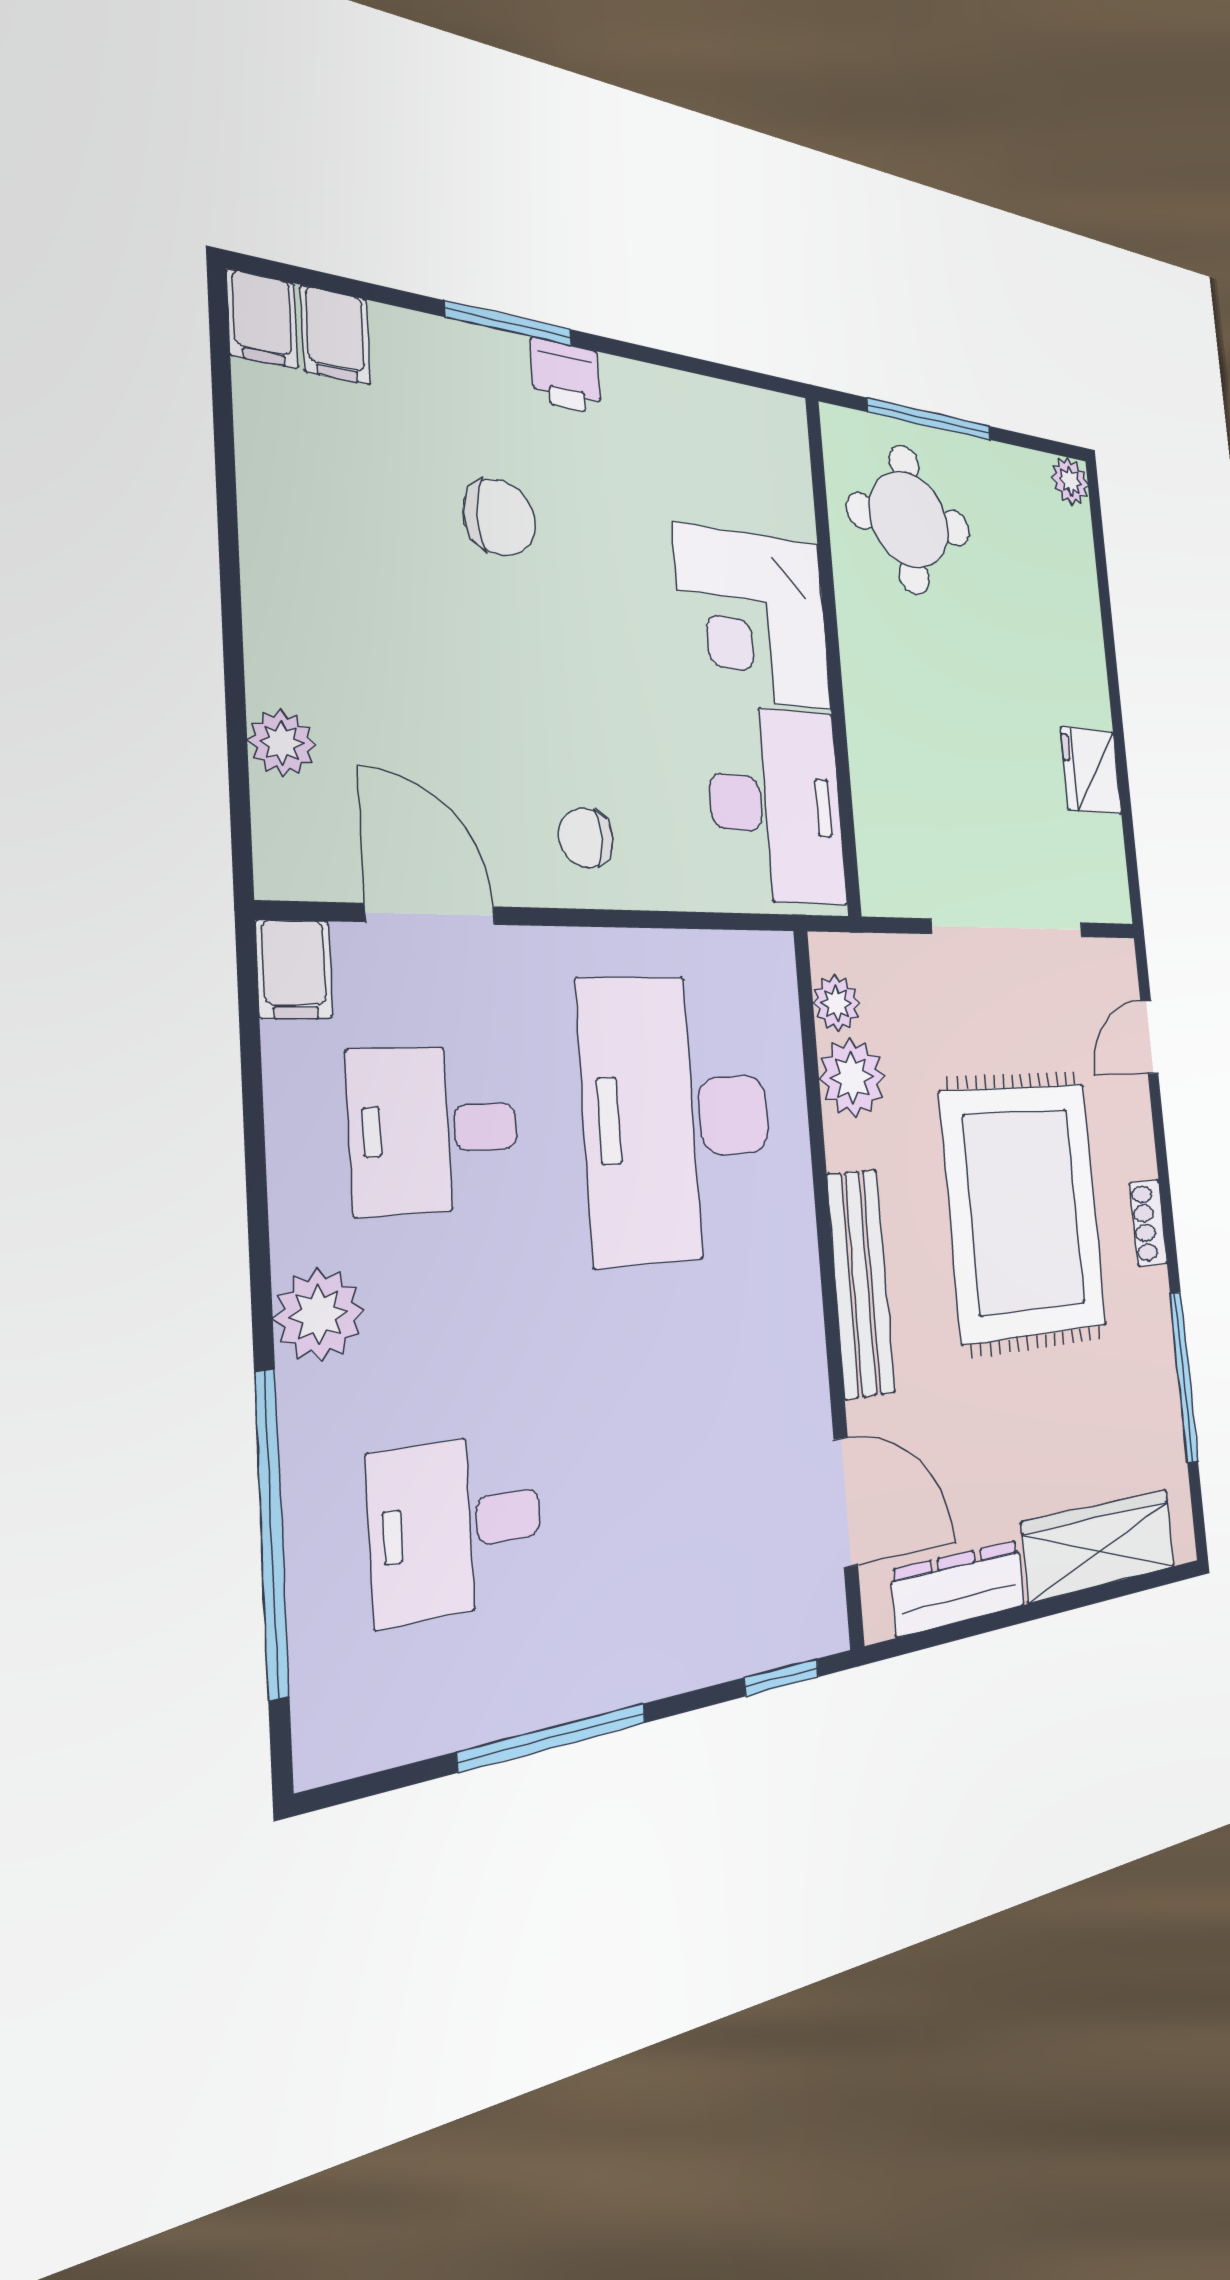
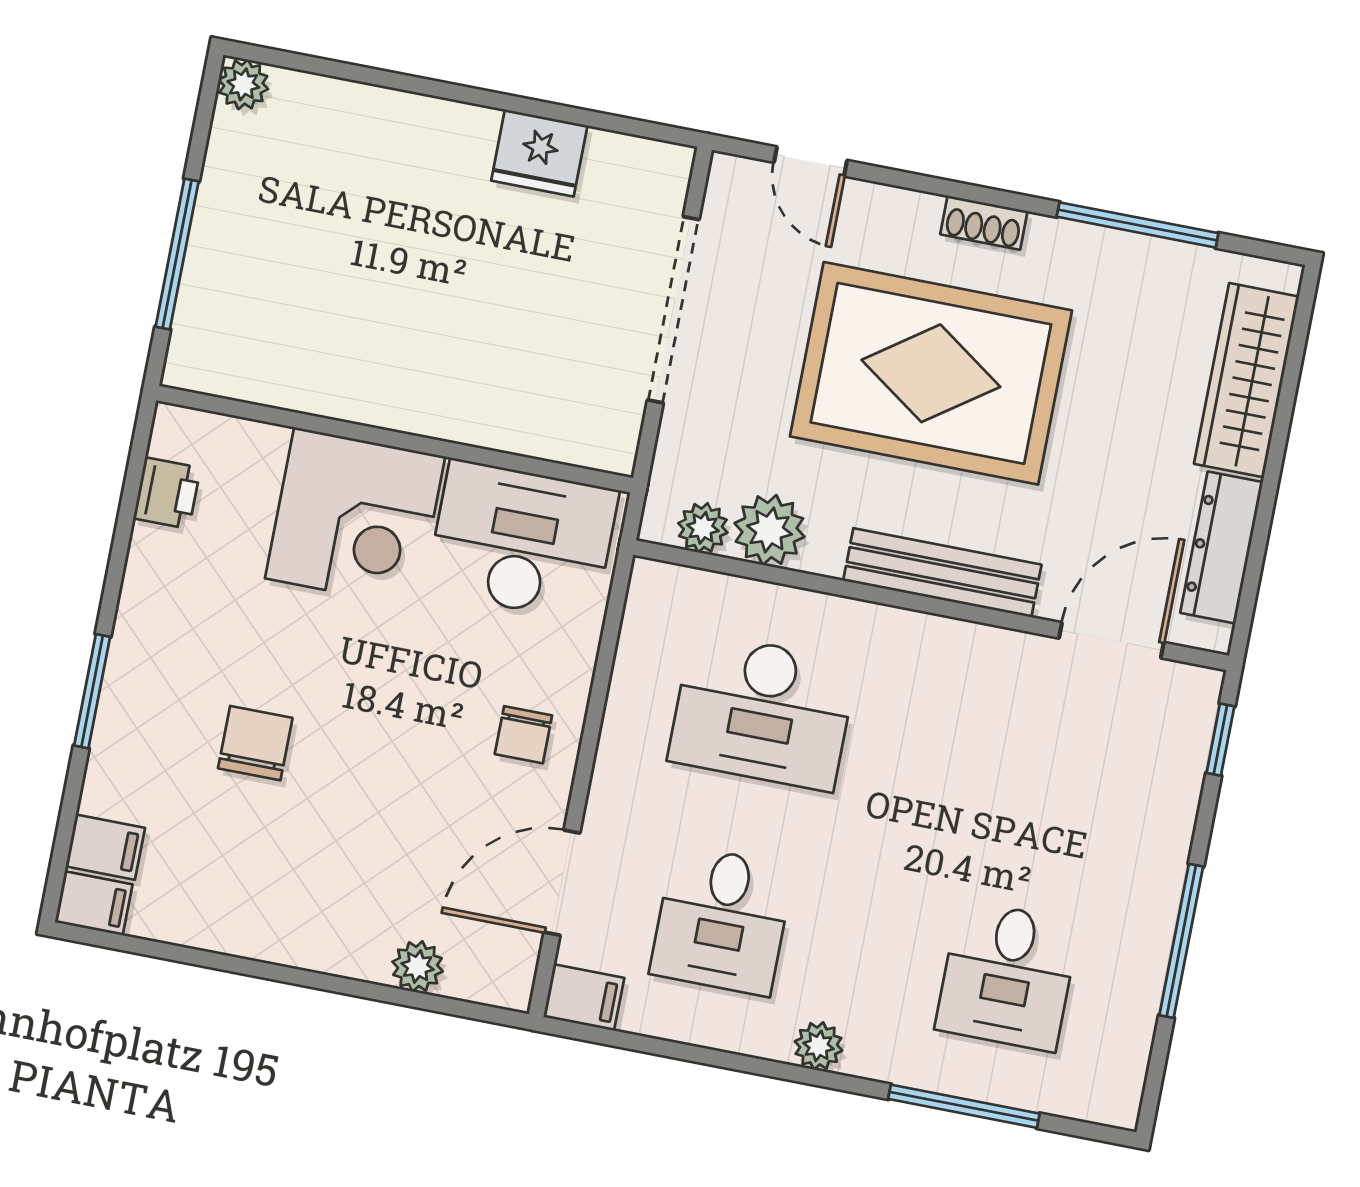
printer: (566, 376) -> (167, 493), moved
round table: (909, 520) -> (275, 311), removed
desk: (678, 1118) -> (762, 711), width x0.73, depth x0.77
plant: (319, 1315) -> (819, 1046), width x0.73, depth x0.73
window: (272, 1533) -> (964, 1106), width x0.68

